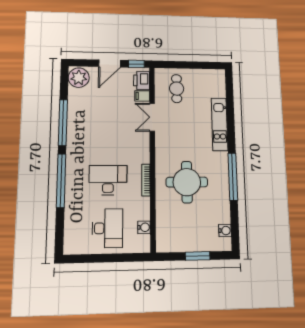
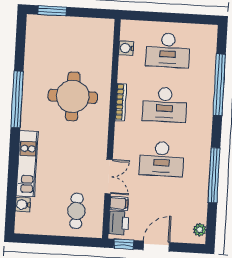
plant: (79, 78) -> (200, 230), width x0.53, depth x0.53
desk: (109, 134) -> (162, 159), added
window: (61, 181) -> (219, 85), moved
desk: (107, 228) -> (168, 50), turned -90
water cooler: (225, 231) -> (23, 205), moved
window: (198, 256) -> (52, 11), moved

